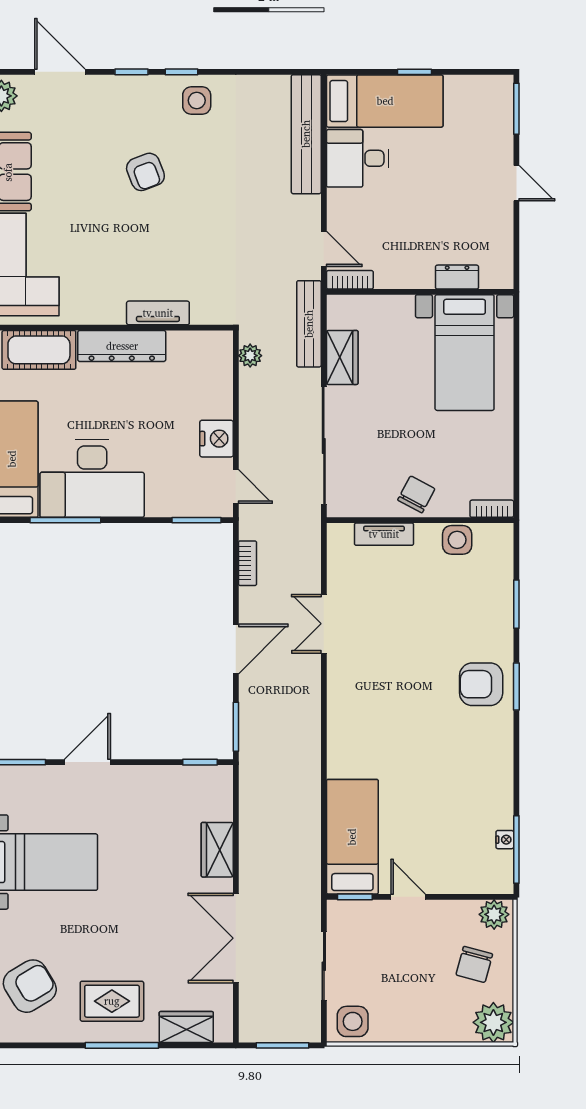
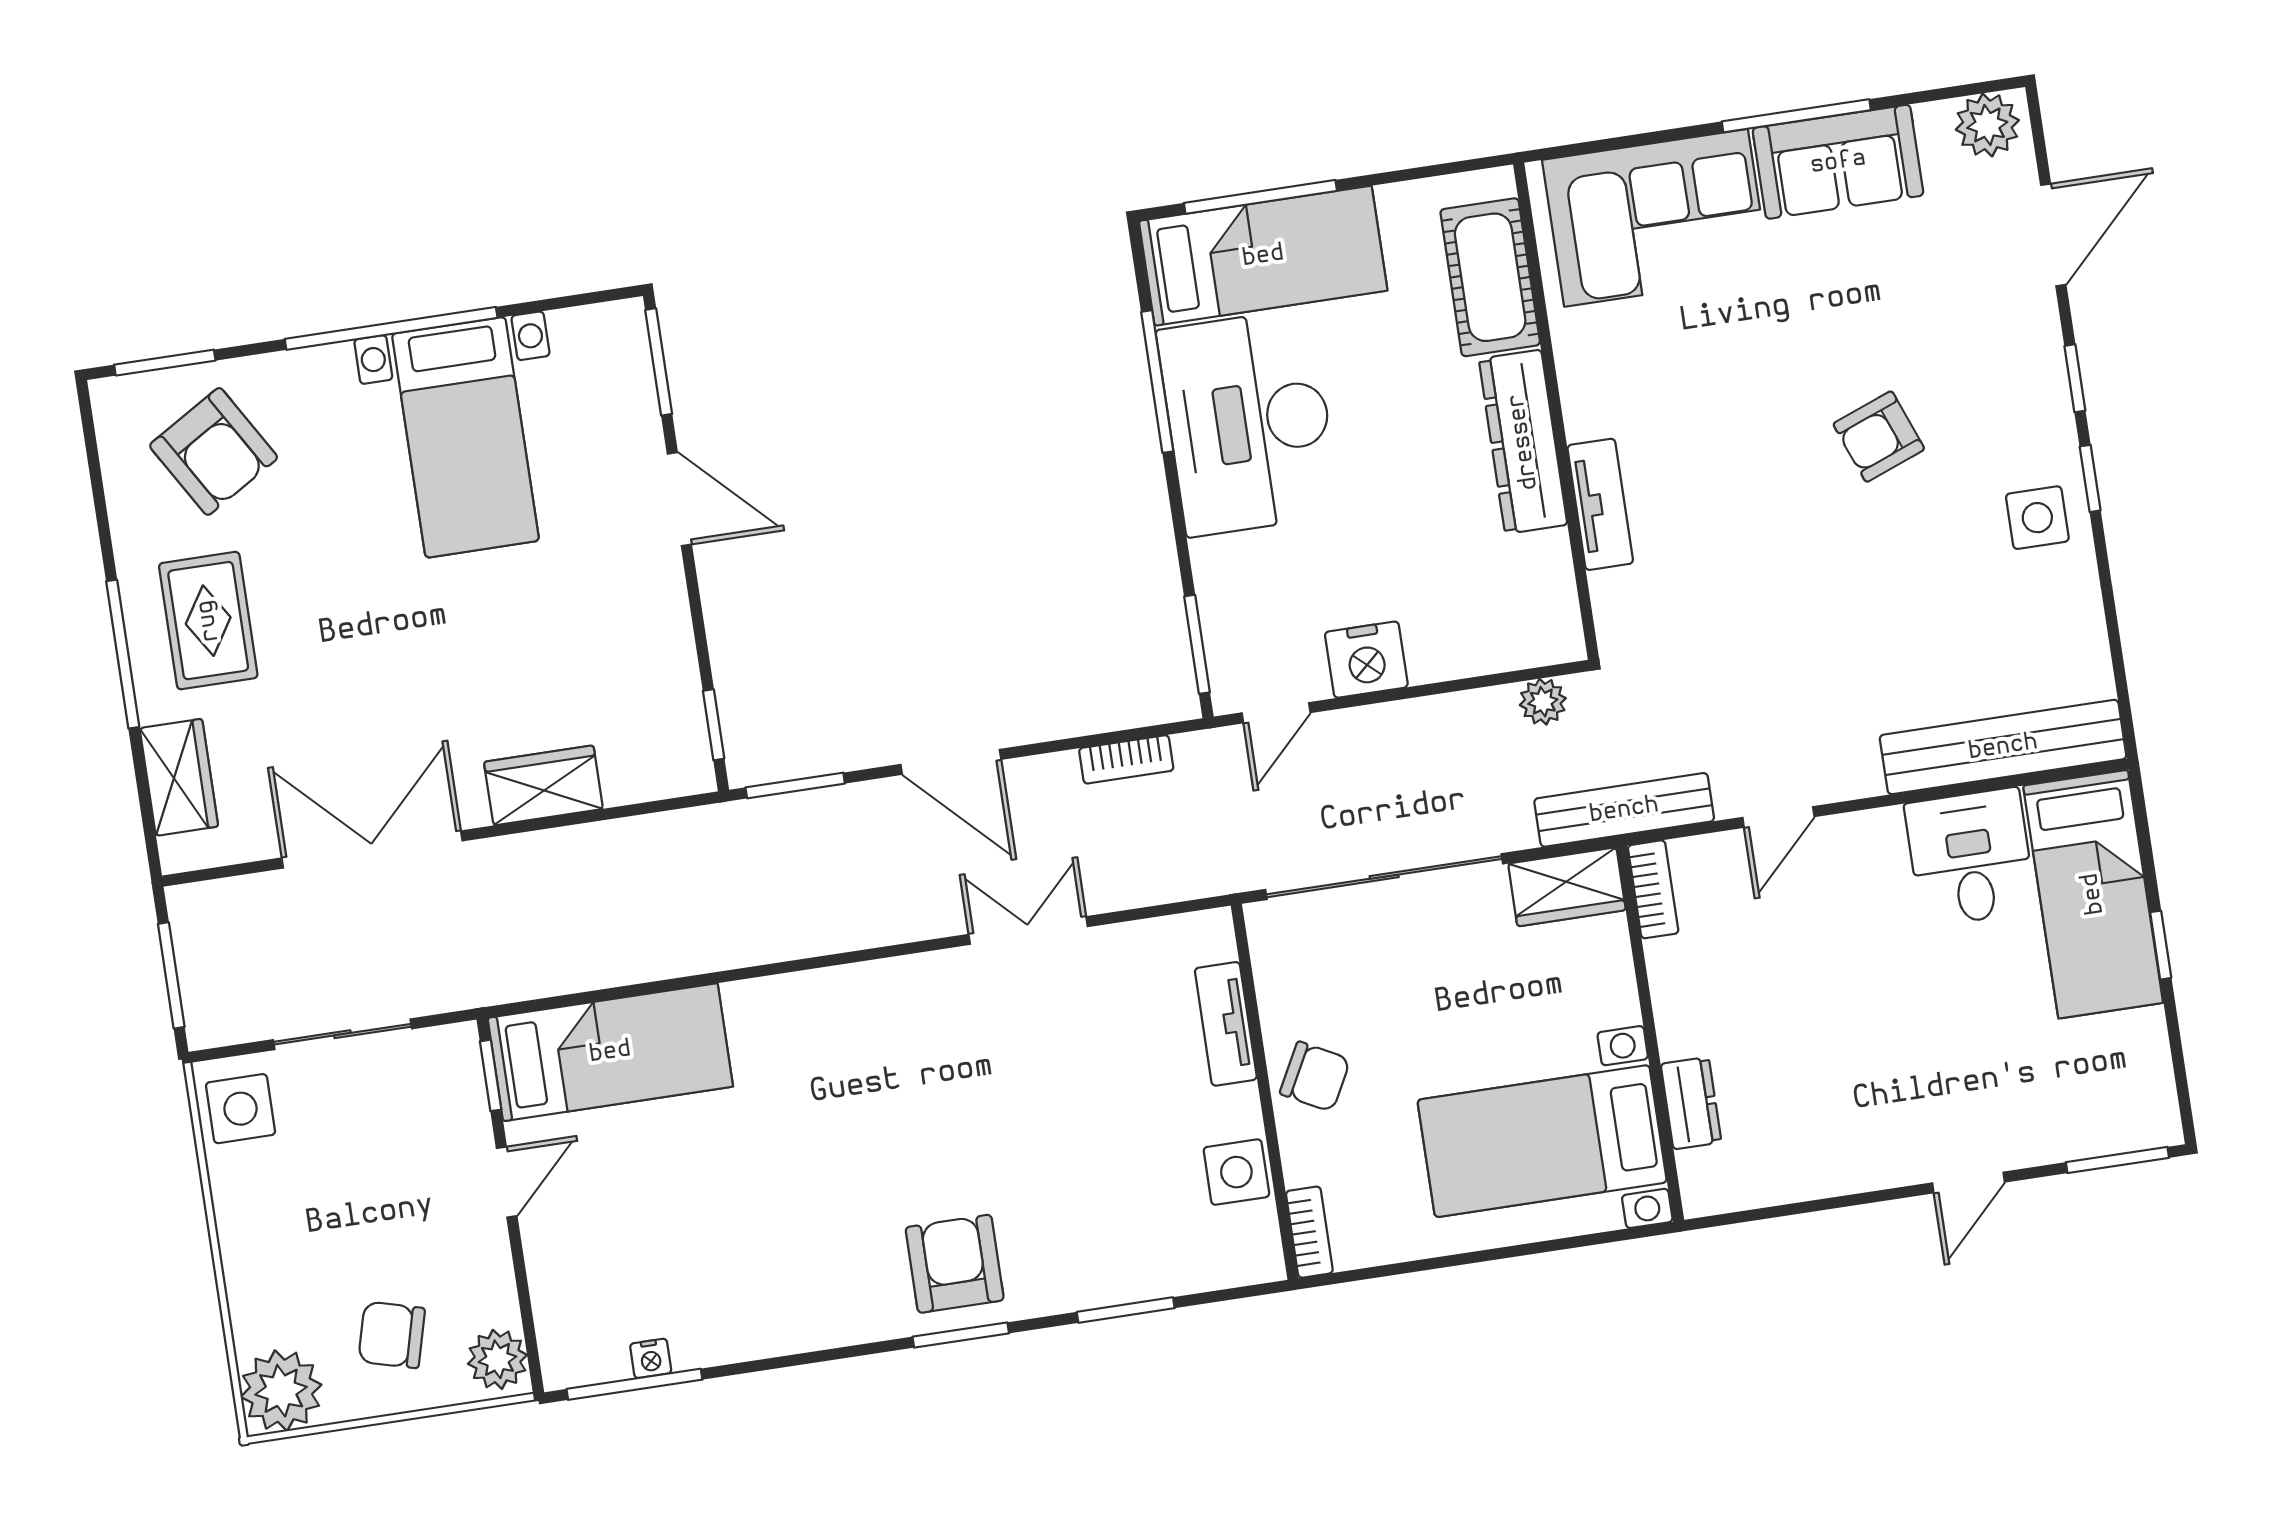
dresser: (457, 277) -> (1691, 1103), moved
bookcase: (350, 280) -> (1653, 889), moved
wall: (420, 292) -> (1650, 1034), moved
bed with nightstands: (465, 353) -> (1542, 1141), moved

